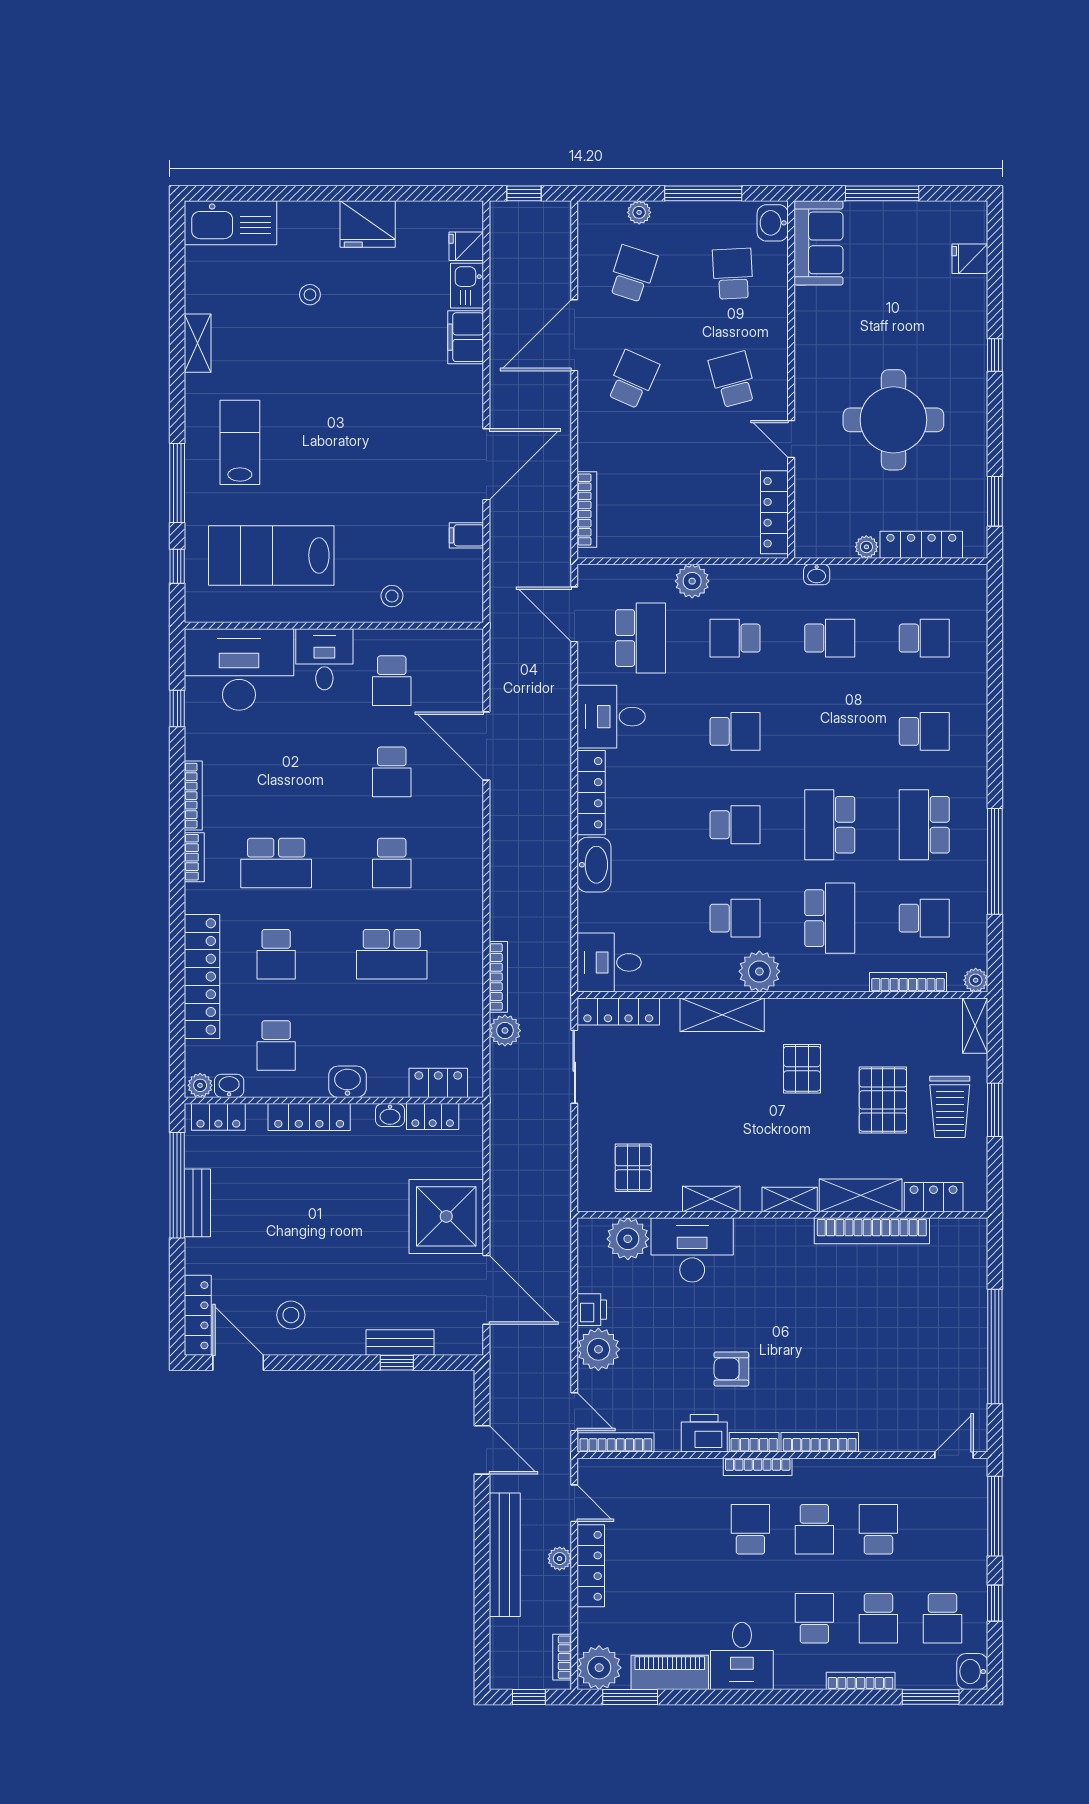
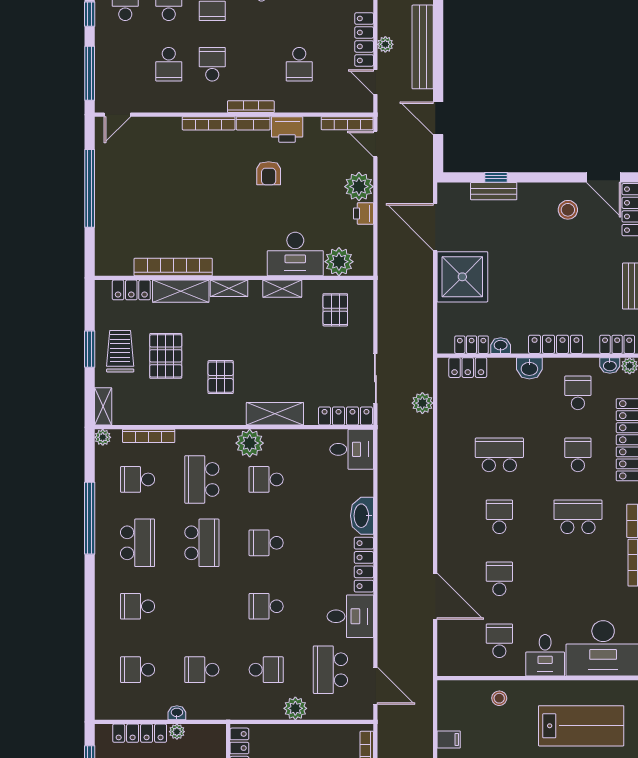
washbasin: (817, 575) -> (177, 713), moved
bookcase: (498, 977) -> (427, 439), removed
armchair: (731, 1369) -> (269, 173), turned 90
school desk: (750, 1529) -> (299, 64), moved

